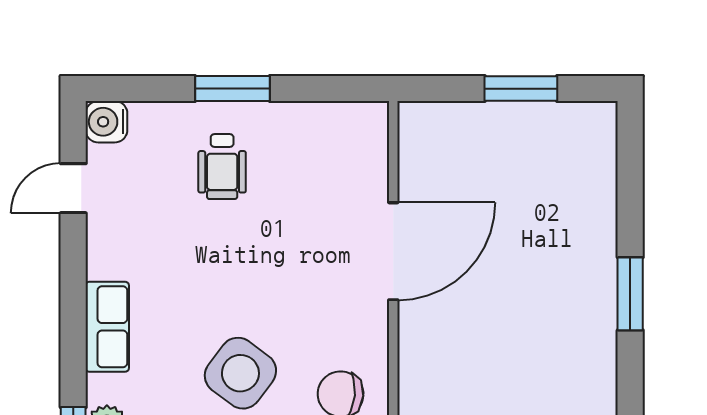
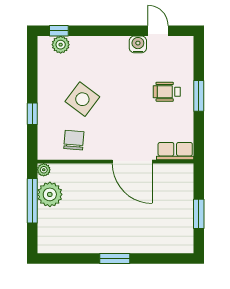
water cooler: (106, 122) -> (138, 44), moved
row of seats: (107, 327) -> (175, 151), moved, turned 180

